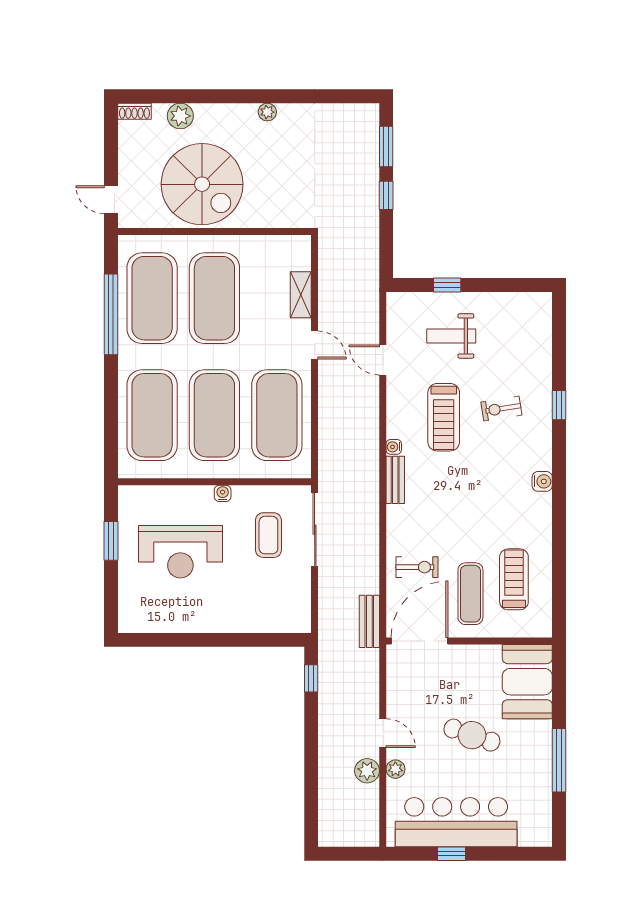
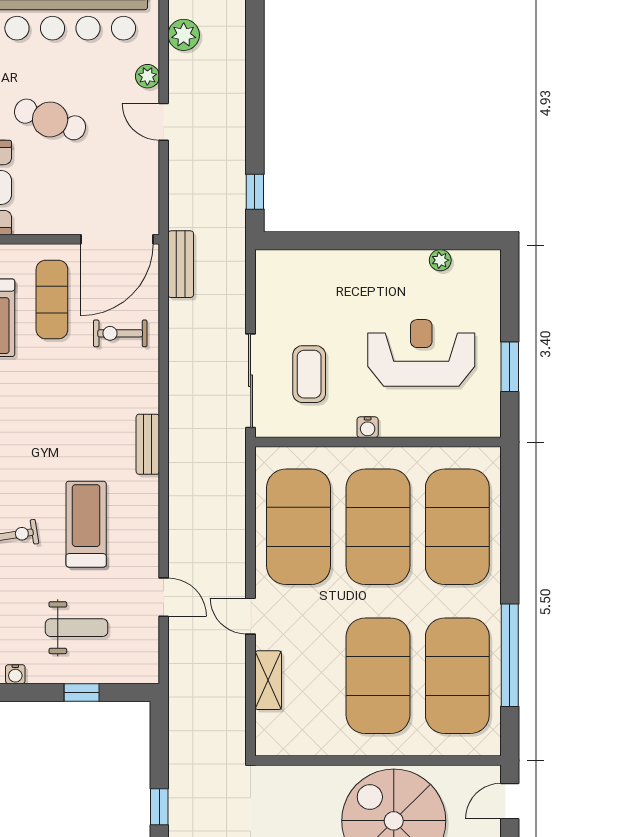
door: (111, 200) -> (510, 801), swing flipped
water cooler: (394, 447) -> (15, 674), moved, turned 90
plant: (166, 625) -> (440, 260), added
plant: (367, 771) -> (184, 35), moved

